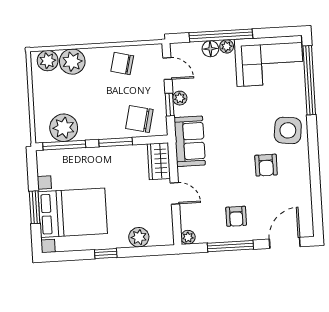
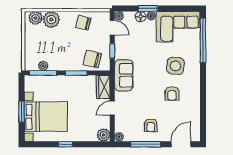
window: (221, 36) -> (148, 8), width x0.47
plant: (180, 98) -> (119, 16), moved
plant: (64, 128) -> (43, 66), width x0.53, depth x0.53
side table: (288, 130) -> (175, 66), moved
door: (175, 193) -> (112, 108), swing flipped
plant: (139, 237) -> (104, 135), moved

